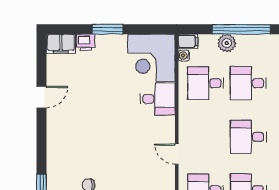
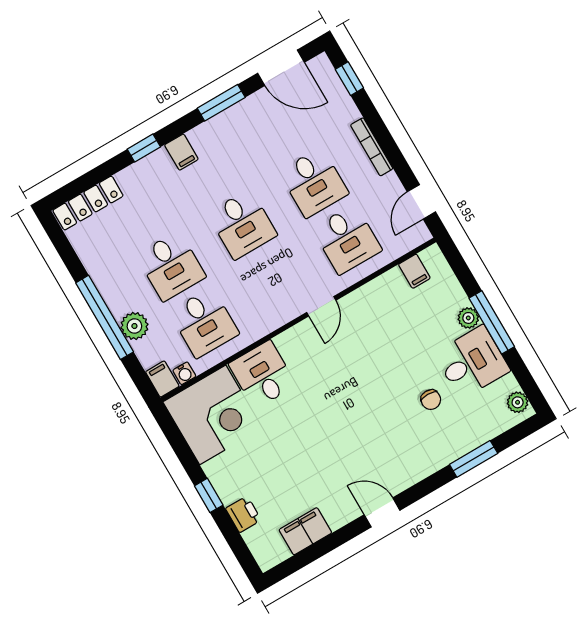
window: (108, 29) -> (209, 495), width x0.67
filing cabinet: (61, 44) -> (305, 531), moved, turned -90
door: (41, 97) -> (382, 512), moved

